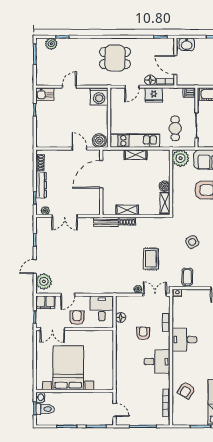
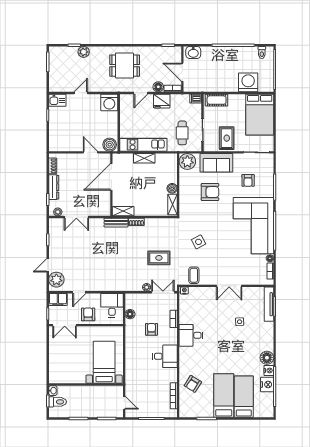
plant: (51, 44) -> (84, 52), moved
shelving: (127, 210) -> (123, 211), moved
rug: (151, 259) -> (159, 258), turned 90
bed with nightstands: (68, 368) -> (104, 362), moved, width x0.73

